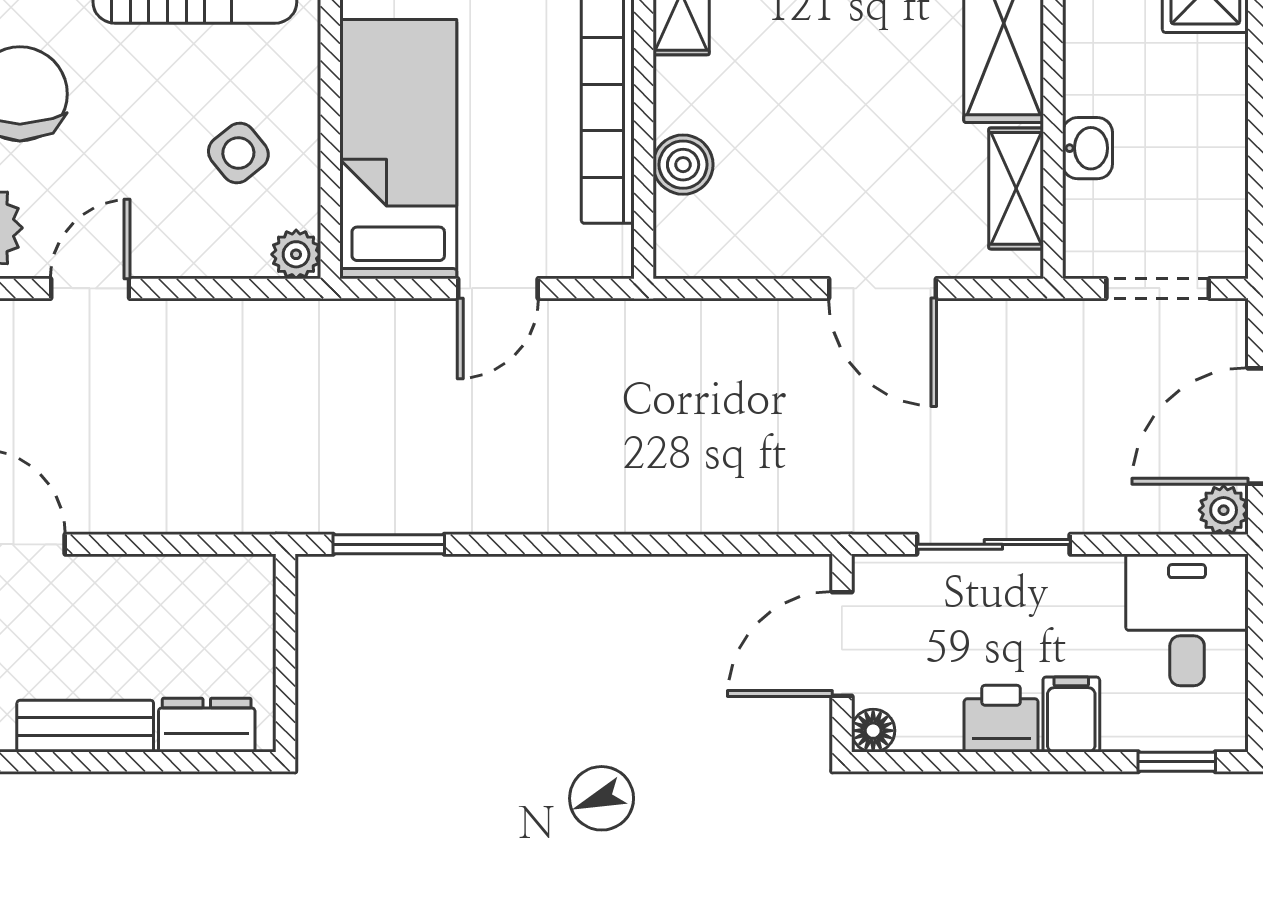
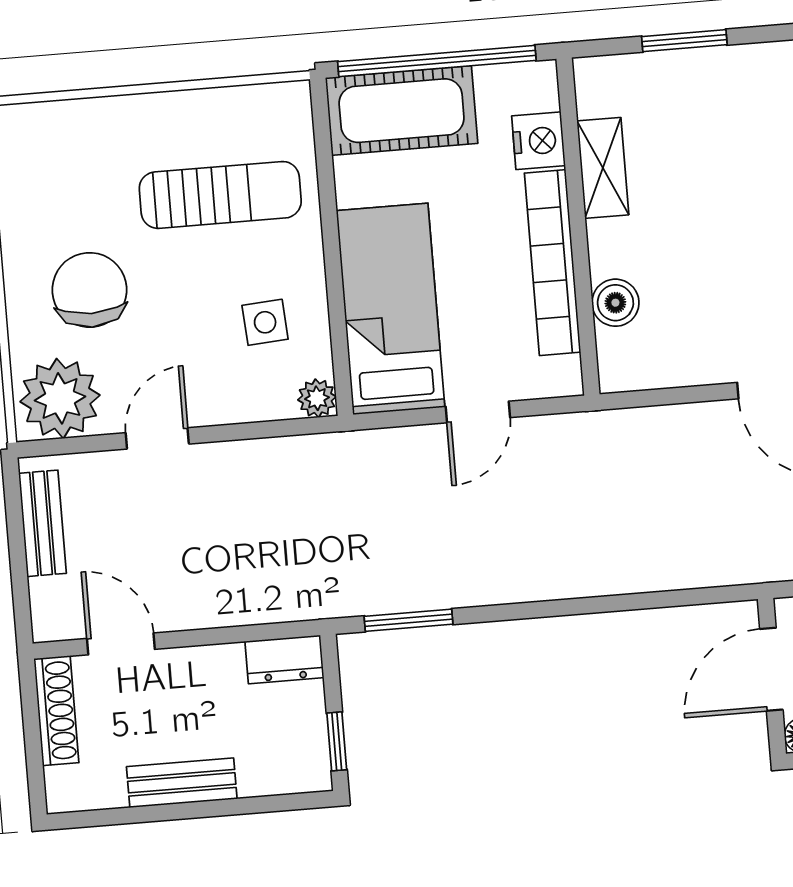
side table: (238, 153) -> (265, 322), turned 35
window: (285, 690) -> (337, 741), added
dresser: (207, 725) -> (284, 659), moved, turned 180

